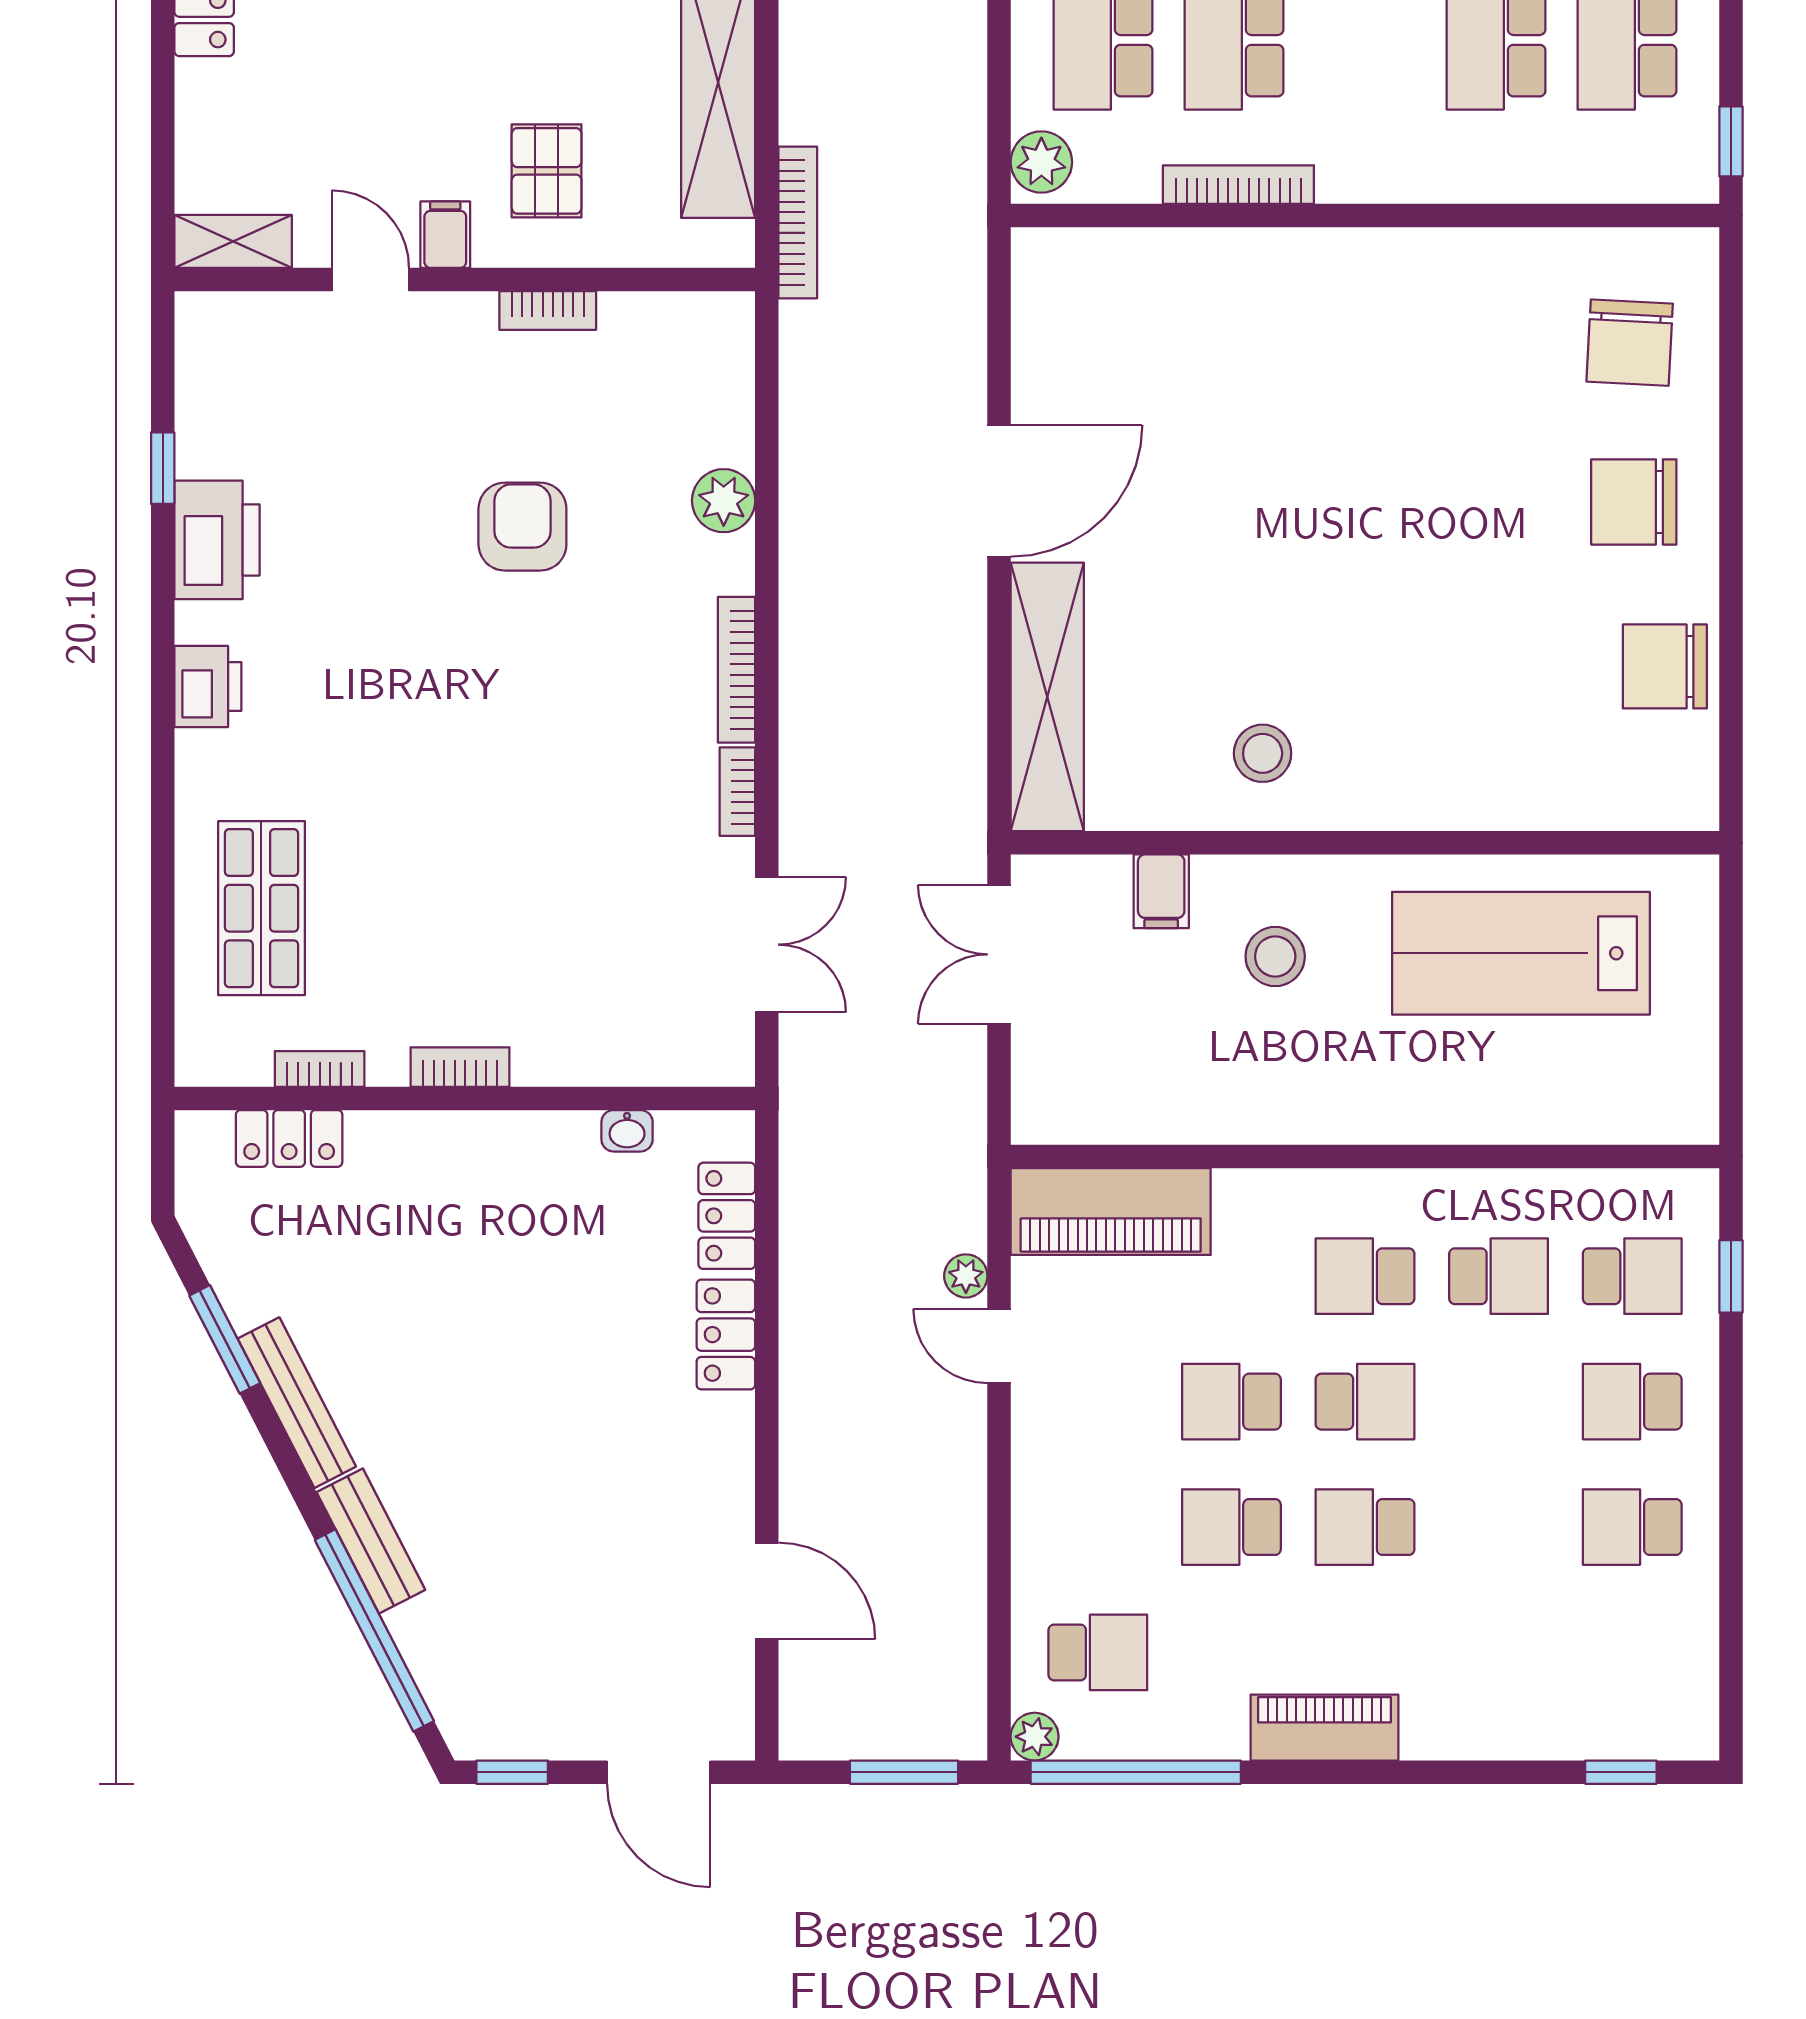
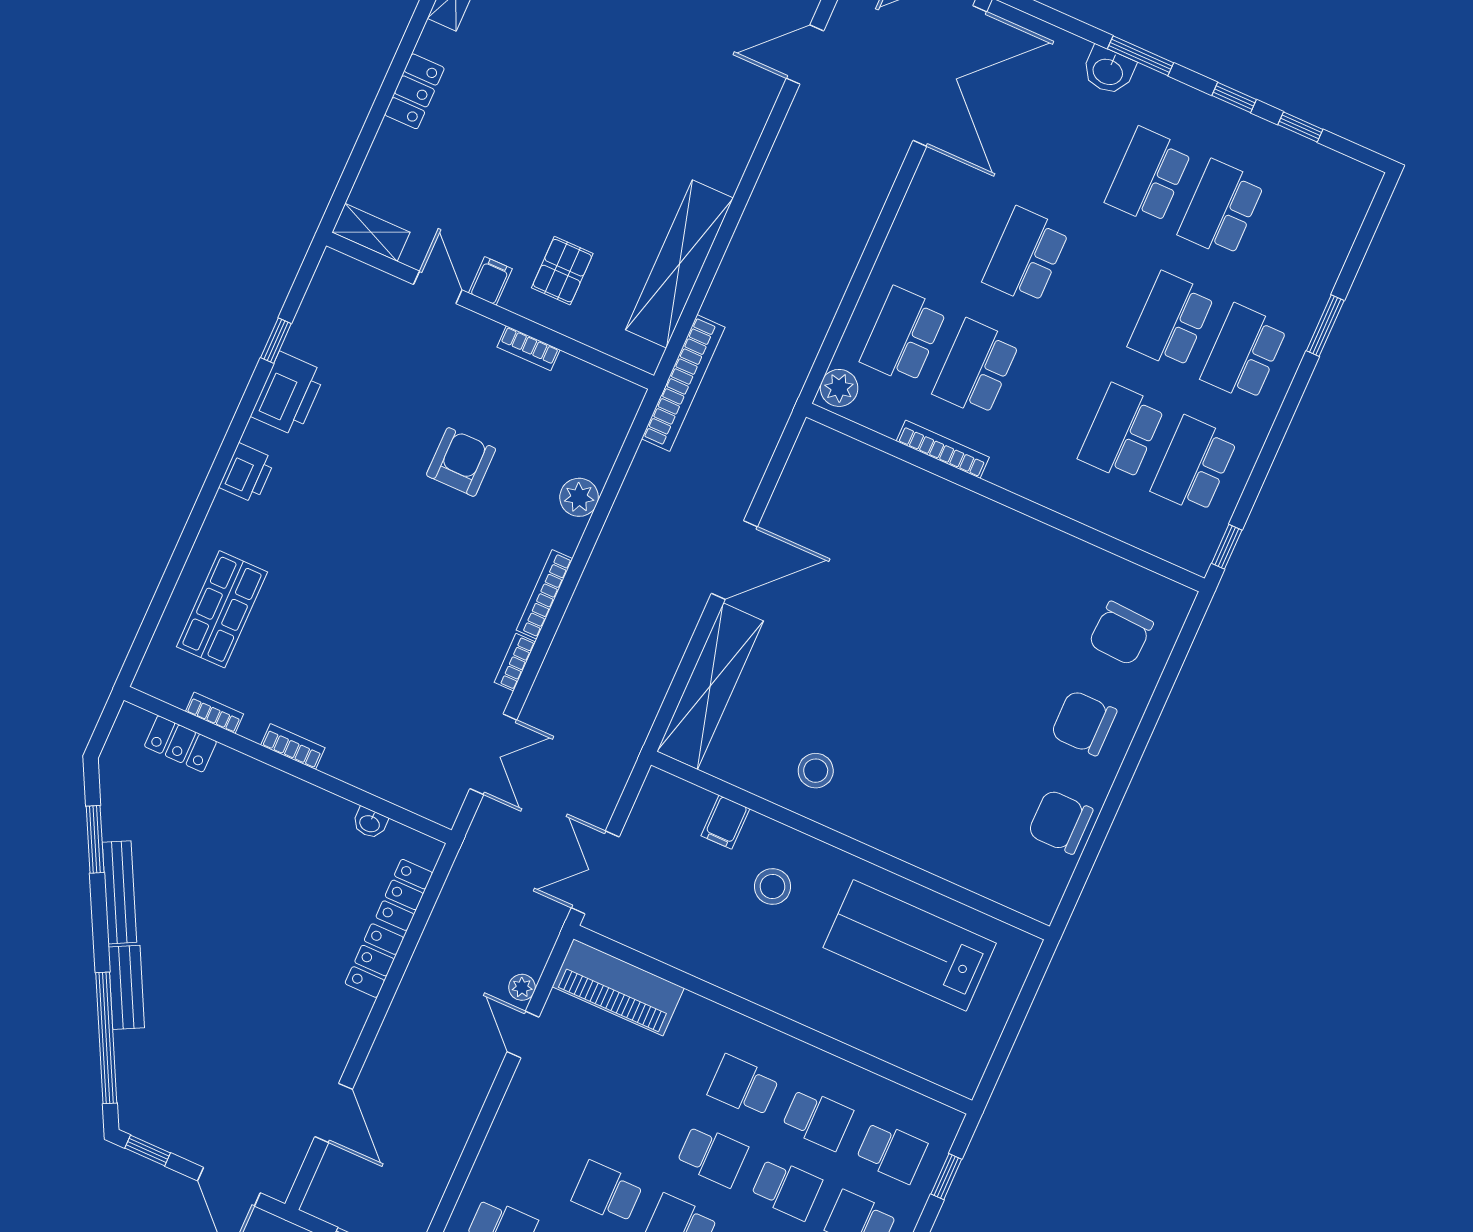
bookcase: (798, 223) -> (683, 383), width x1.48, depth x1.31
double door: (999, 954) -> (595, 872), moved
school desk: (1231, 1402) -> (786, 1189), moved, turned 180

